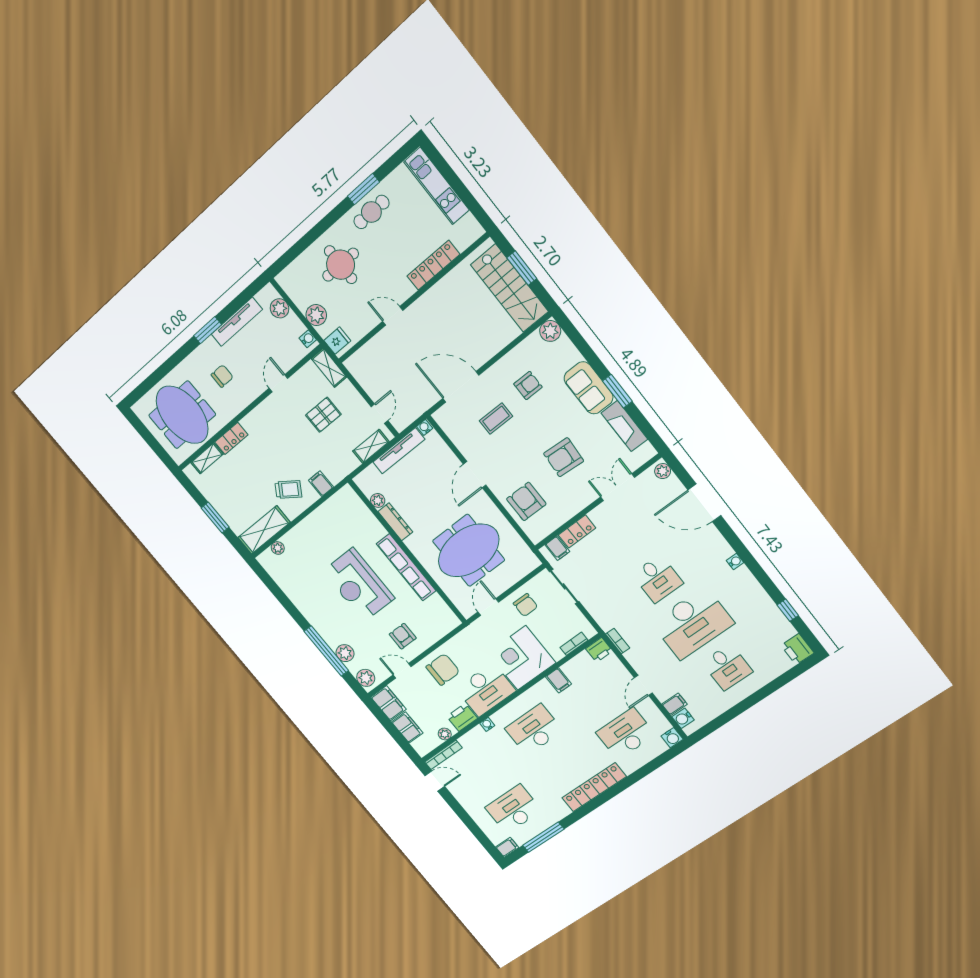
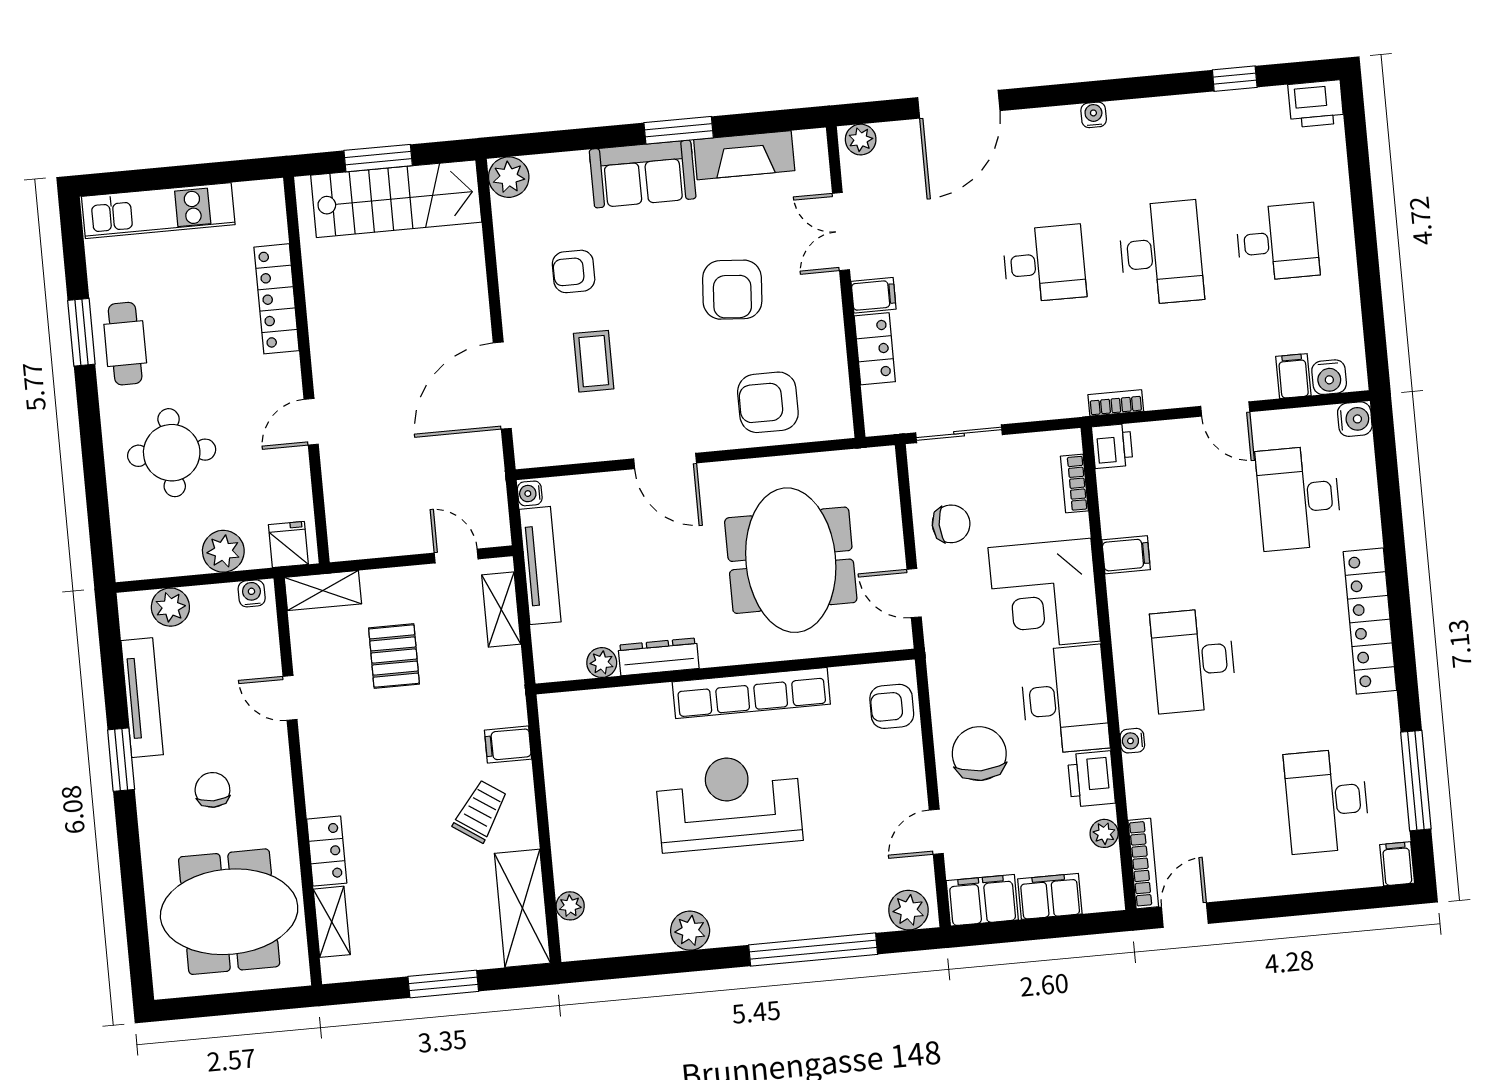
armchair: (528, 386) -> (574, 271), turned -90
filing cabinet: (557, 548) -> (874, 295), moved
reception desk: (358, 585) -> (729, 803), turned 180
desk: (693, 623) -> (1161, 253), width x0.73, depth x0.77
armchair: (403, 636) -> (892, 706), moved
plant: (345, 653) -> (690, 931), moved

